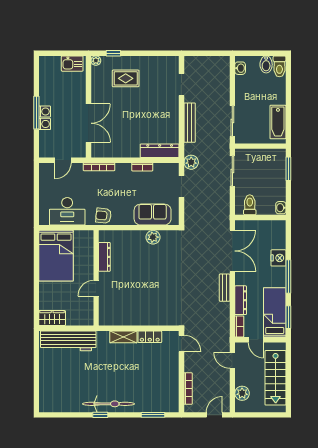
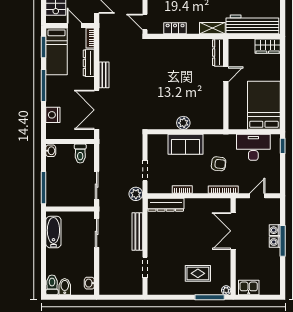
window: (113, 53) -> (210, 297), width x2.17
window: (288, 169) -> (44, 188), width x1.44
window: (36, 213) -> (283, 146), added
sofa: (153, 215) -> (185, 144), moved
armchair: (103, 216) -> (219, 164), moved
plant: (153, 237) -> (183, 123), moved
dresser: (104, 257) -> (218, 53), moved
nightstand: (278, 258) -> (53, 115), moved
shelving: (123, 337) -> (212, 28), moved

